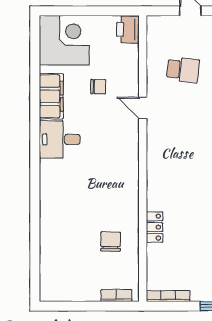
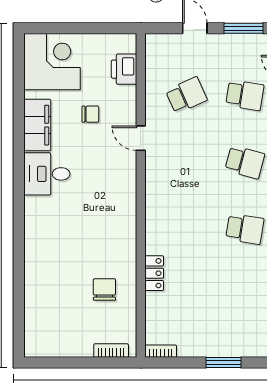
printer: (128, 29) -> (124, 69), moved
school desk: (183, 70) -> (186, 95), turned -30
bookcase: (168, 296) -> (161, 351), width x0.64

